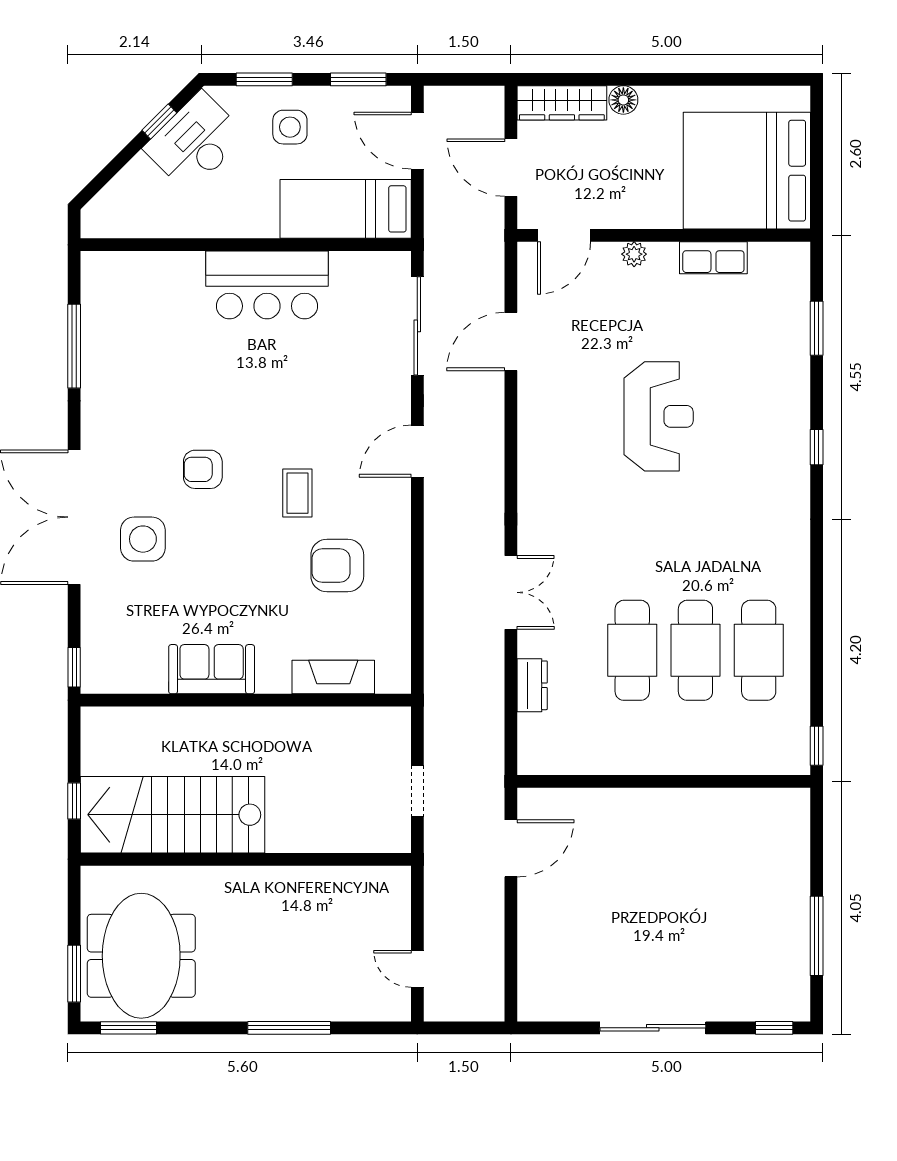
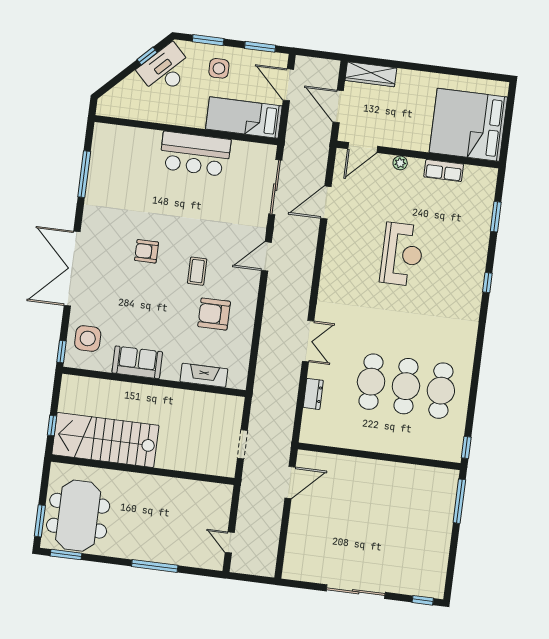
floor lamp: (623, 100) -> (405, 77), removed
side table: (143, 539) -> (88, 338), moved
window: (817, 936) -> (459, 501), moved

